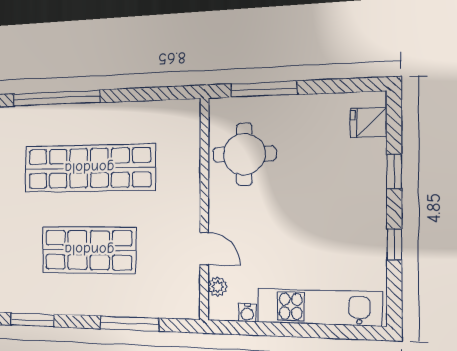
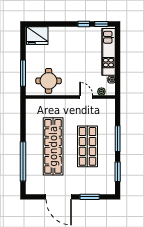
fridge: (369, 122) -> (37, 36), width x1.88, depth x1.34
window: (394, 171) -> (101, 24), moved
door: (204, 248) -> (86, 97), hinge flipped
window: (129, 324) -> (118, 139), moved

